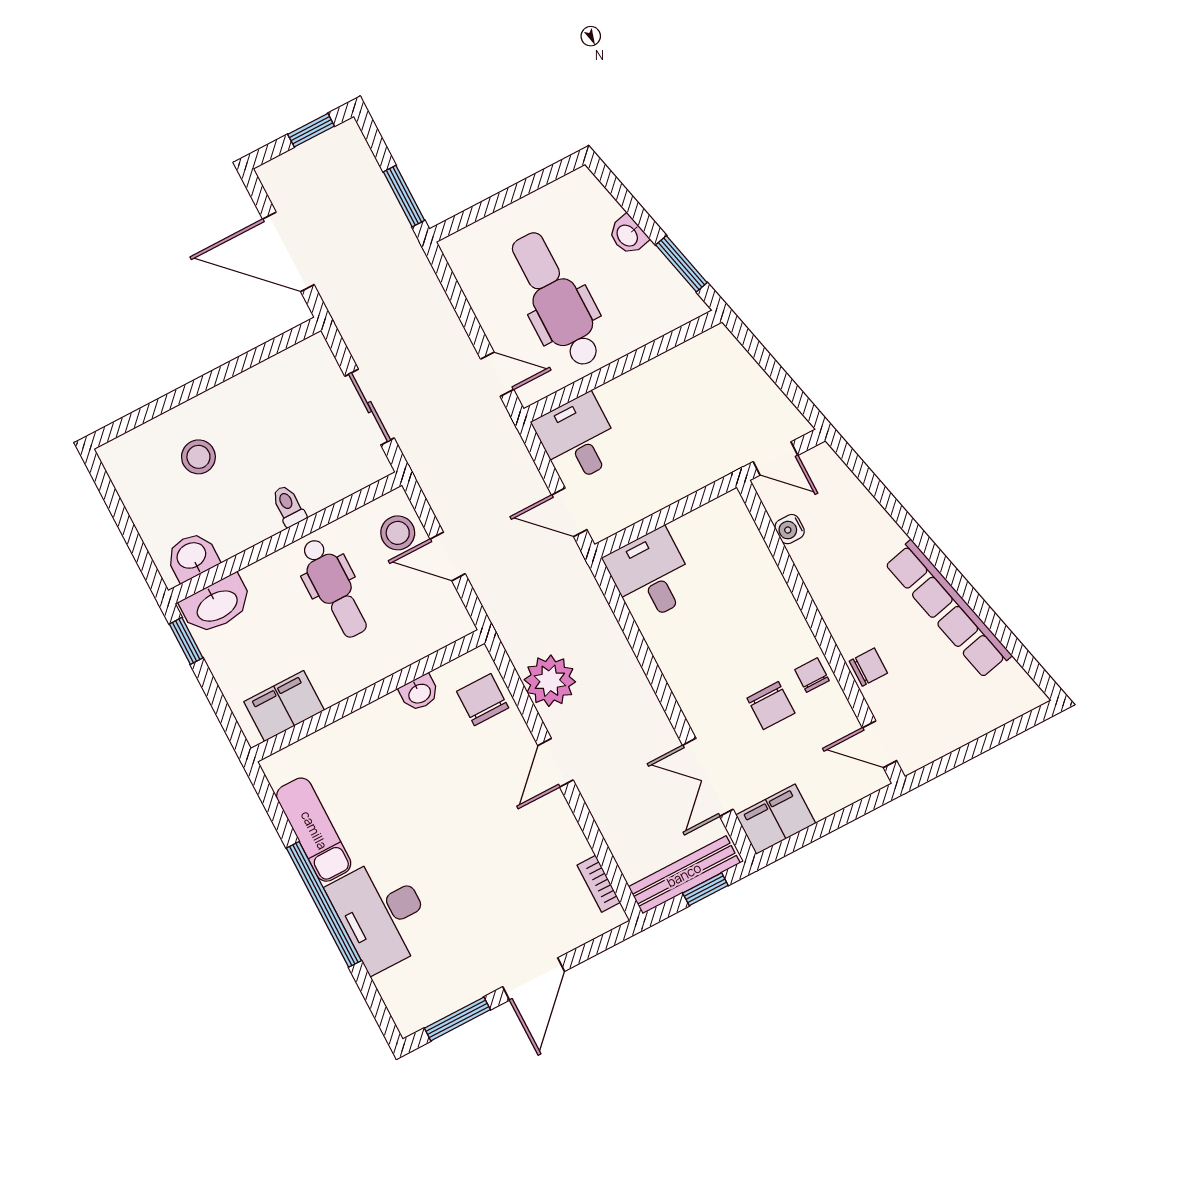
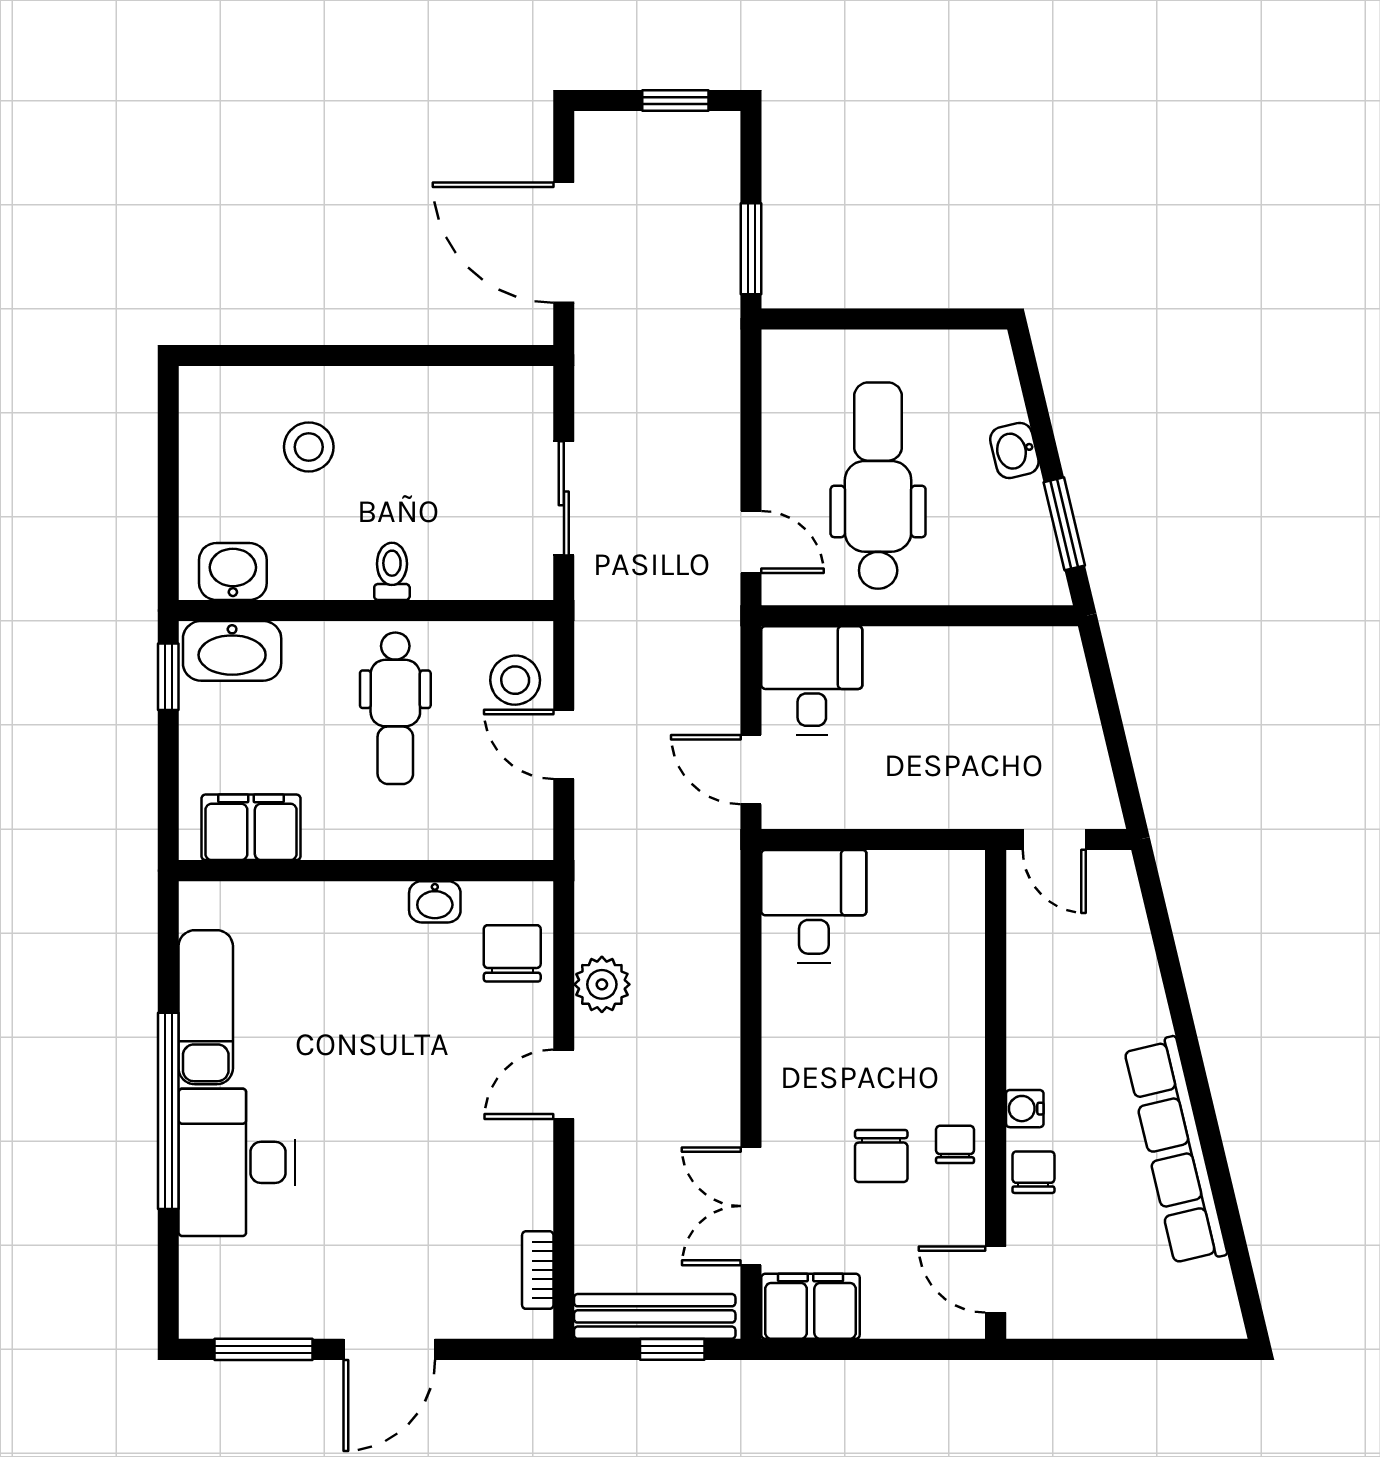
water cooler: (790, 529) -> (1025, 1109), moved
chair: (868, 667) -> (1033, 1172), turned -90
plant: (550, 681) -> (602, 984), width x0.73, depth x0.73

